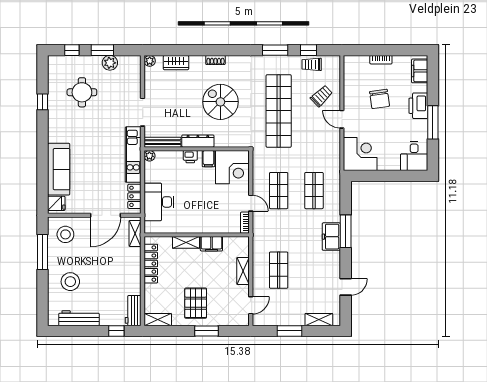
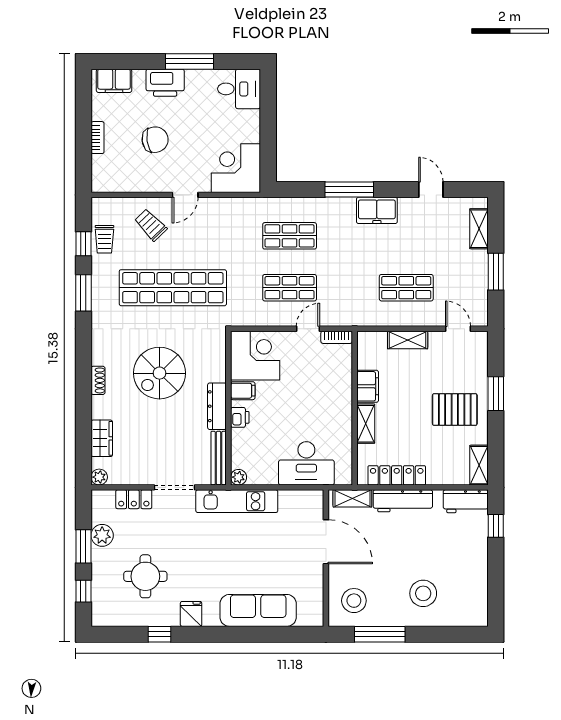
locker: (134, 196) -> (134, 499), moved
fridge: (56, 203) -> (191, 614), moved
freezer: (331, 237) -> (377, 210), moved
workbench: (79, 318) -> (403, 501), moved, turned -90

